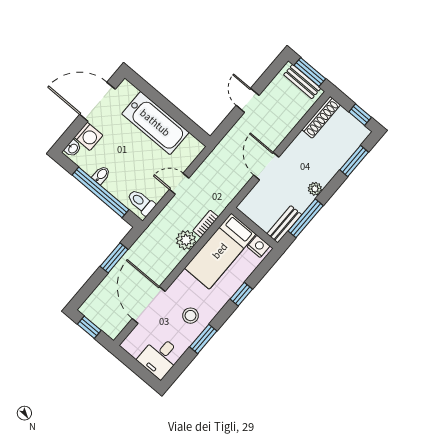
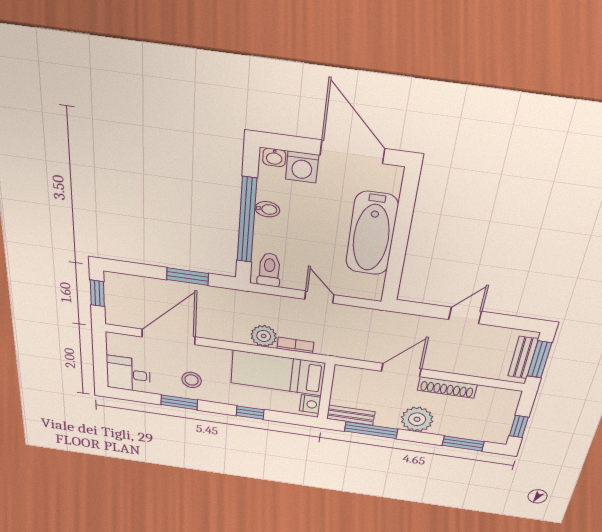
shoe rack: (321, 117) -> (447, 387), moved
plant: (315, 189) -> (417, 419), width x1.88, depth x1.88

